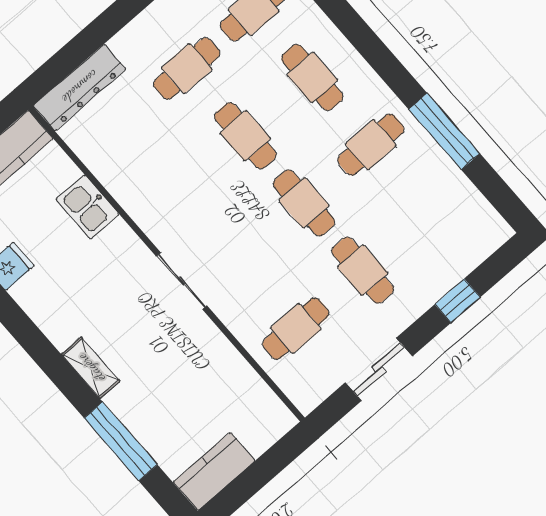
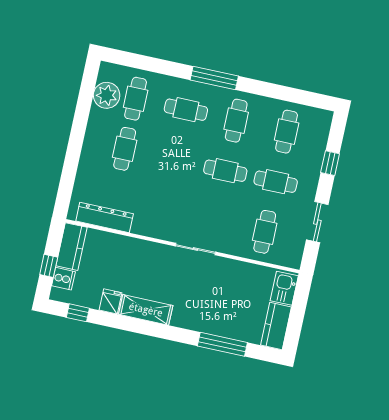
dresser: (80, 87) -> (105, 217), moved, turned -90
window: (444, 131) -> (214, 78), moved
cafe table: (245, 136) -> (287, 132), moved, turned 90
kitchen sink: (87, 207) -> (284, 288), moved, turned 90
shelving: (91, 368) -> (146, 310), moved, width x1.50, depth x1.33

